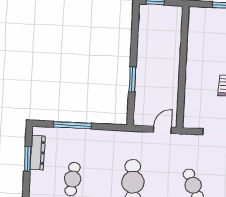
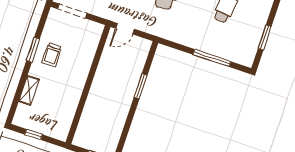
dresser: (37, 153) -> (253, 41), removed

